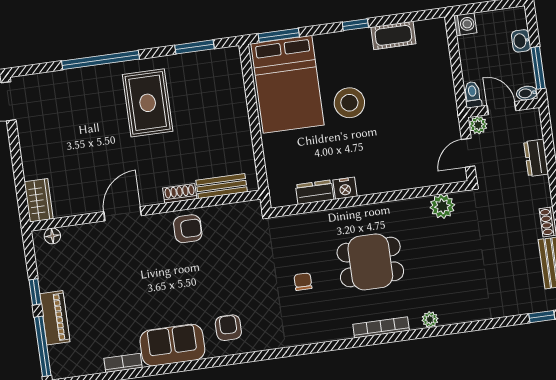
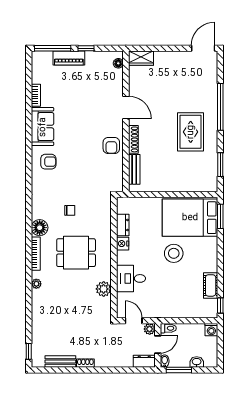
window: (355, 25) -> (220, 305), moved
rug: (148, 103) -> (191, 132), turned 90
dresser: (536, 158) -> (144, 361), moved
desk: (400, 167) -> (131, 278), added
shoe rack: (180, 193) -> (133, 139), width x1.43
plant: (442, 206) -> (104, 289), moved
dining table: (370, 262) -> (76, 253), turned 90
floor lamp: (338, 327) -> (40, 228), added

